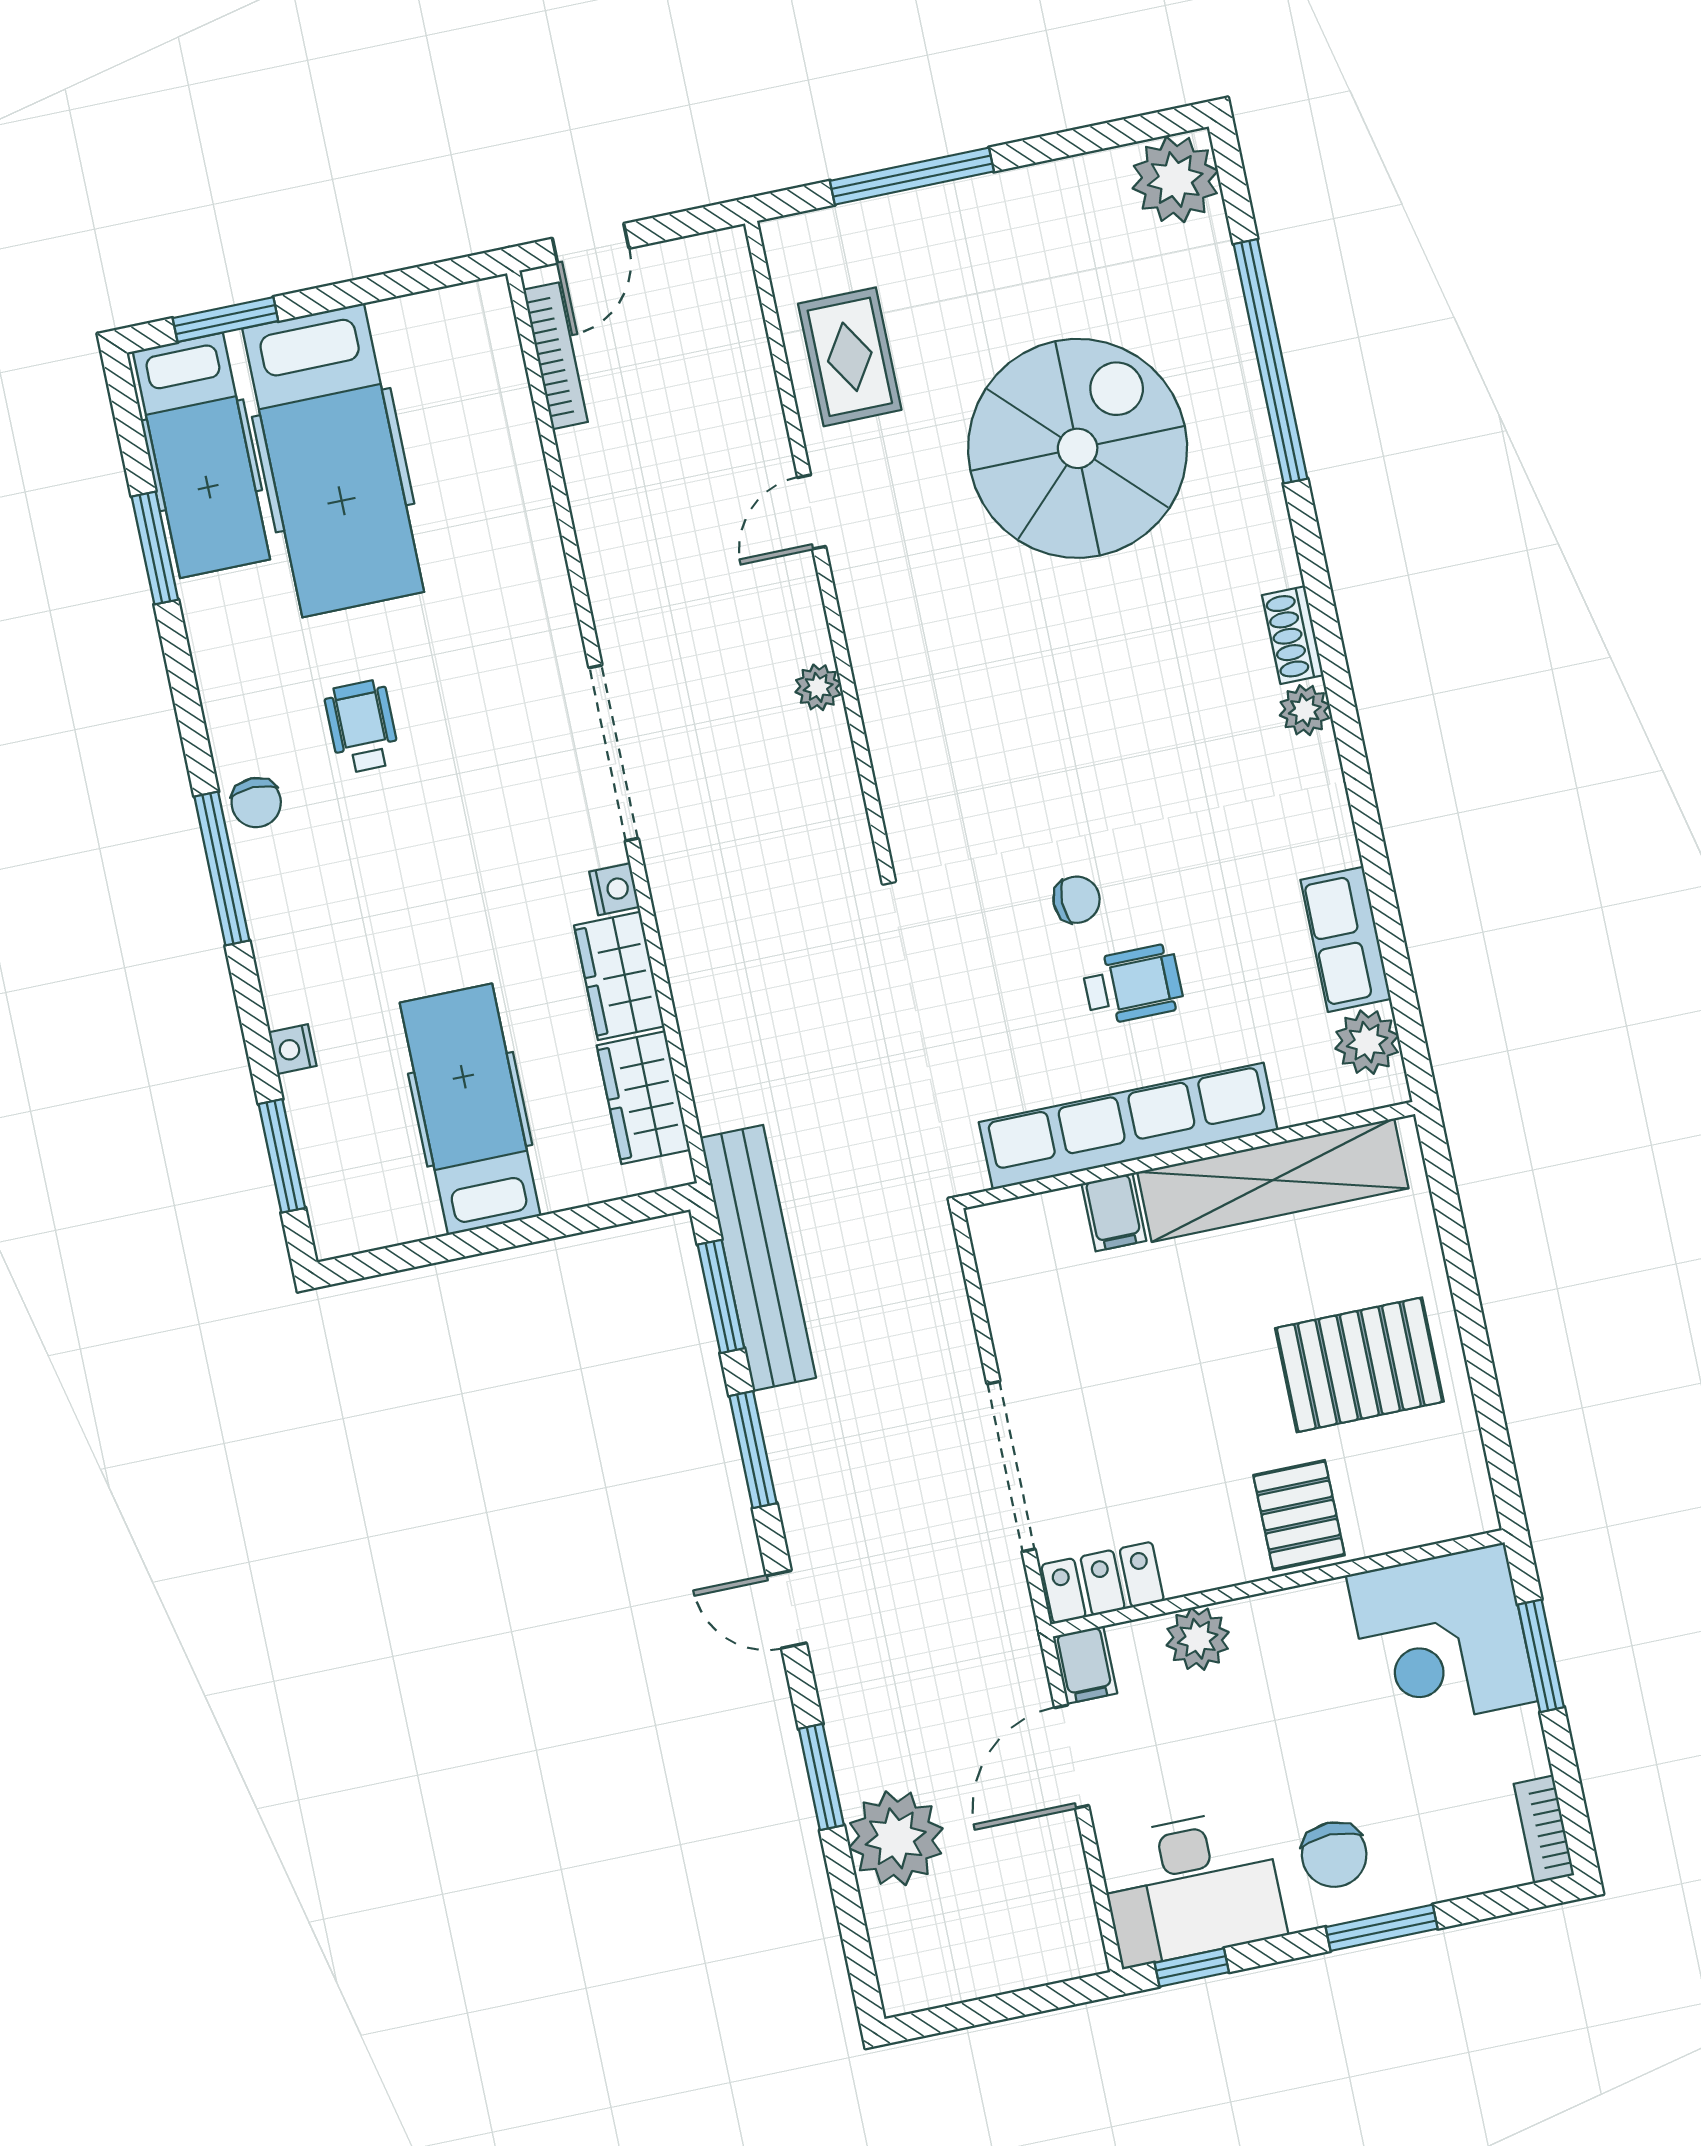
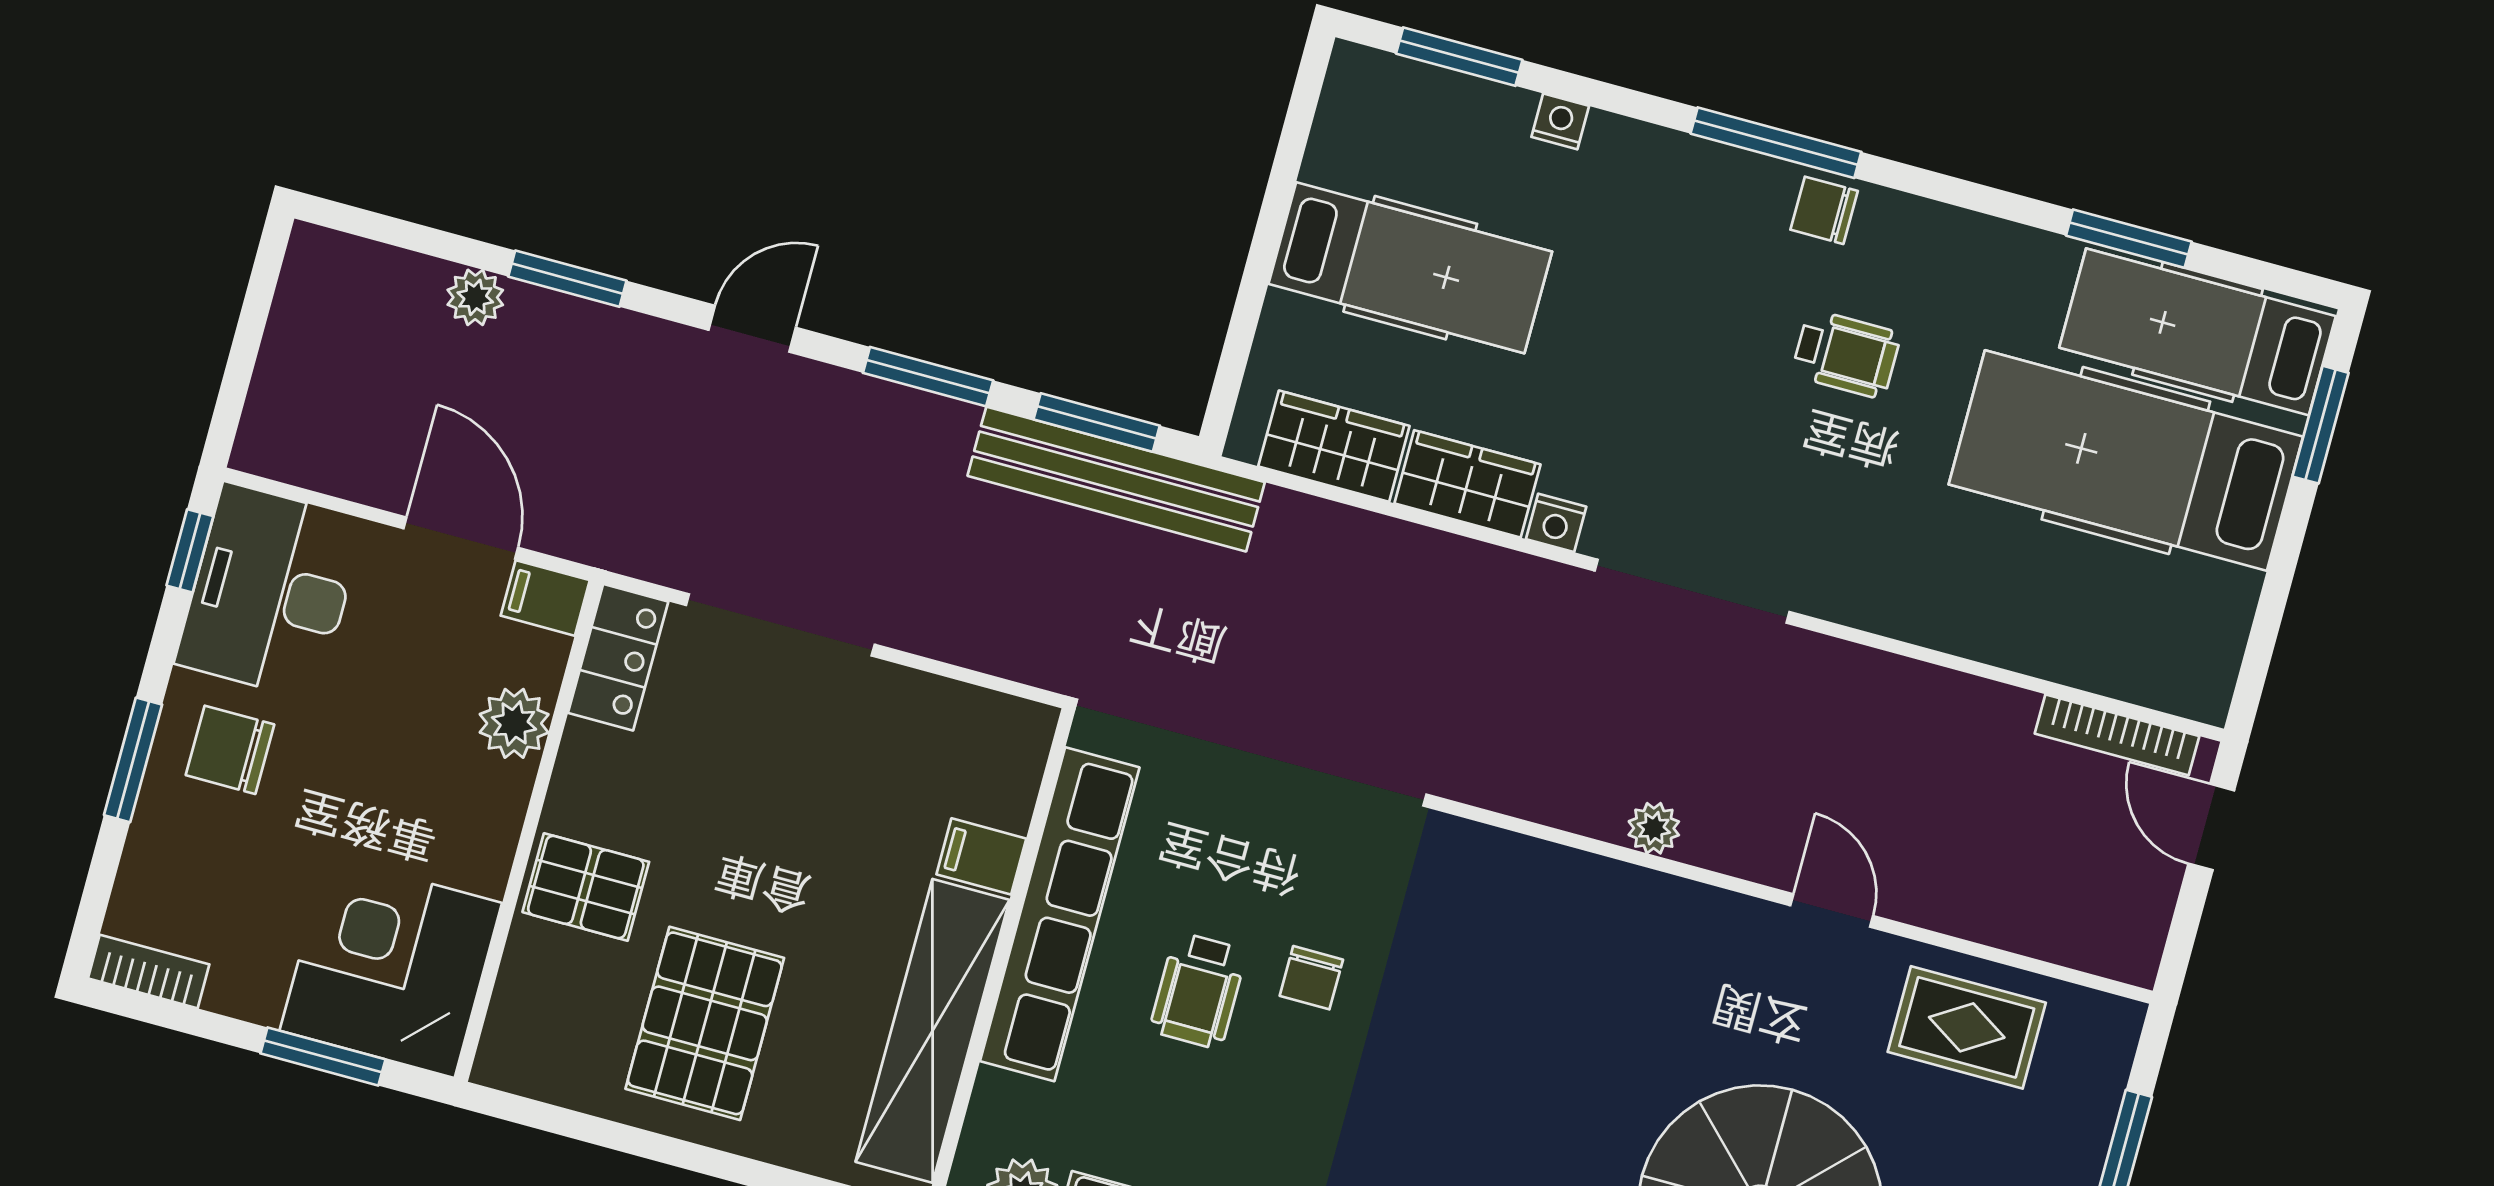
plant: (896, 1838) -> (475, 297), width x0.53, depth x0.53

